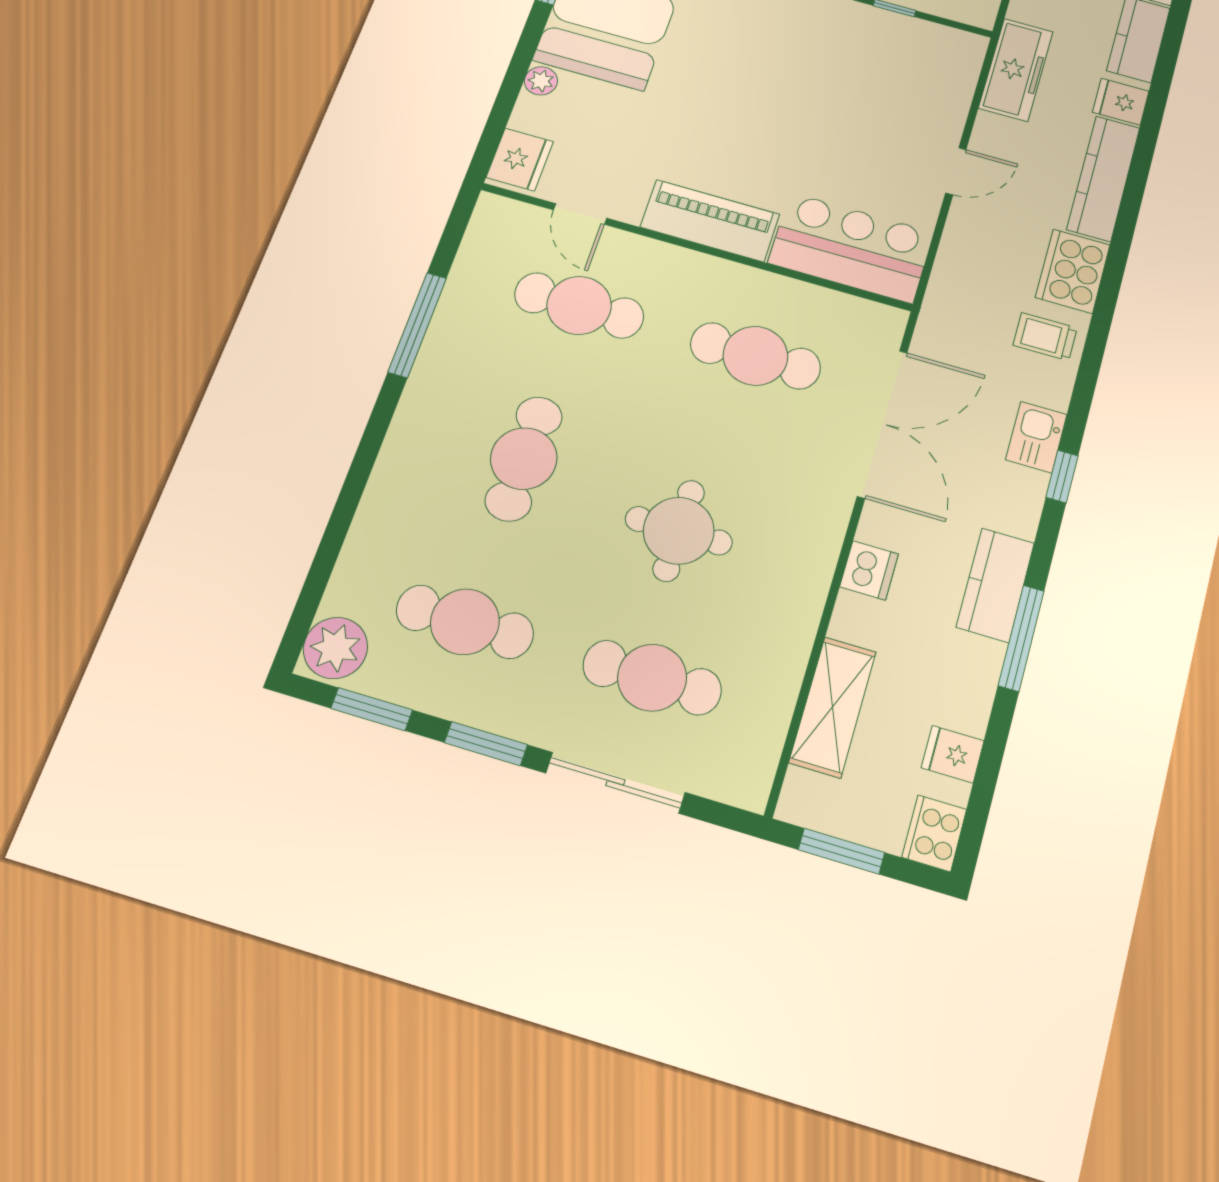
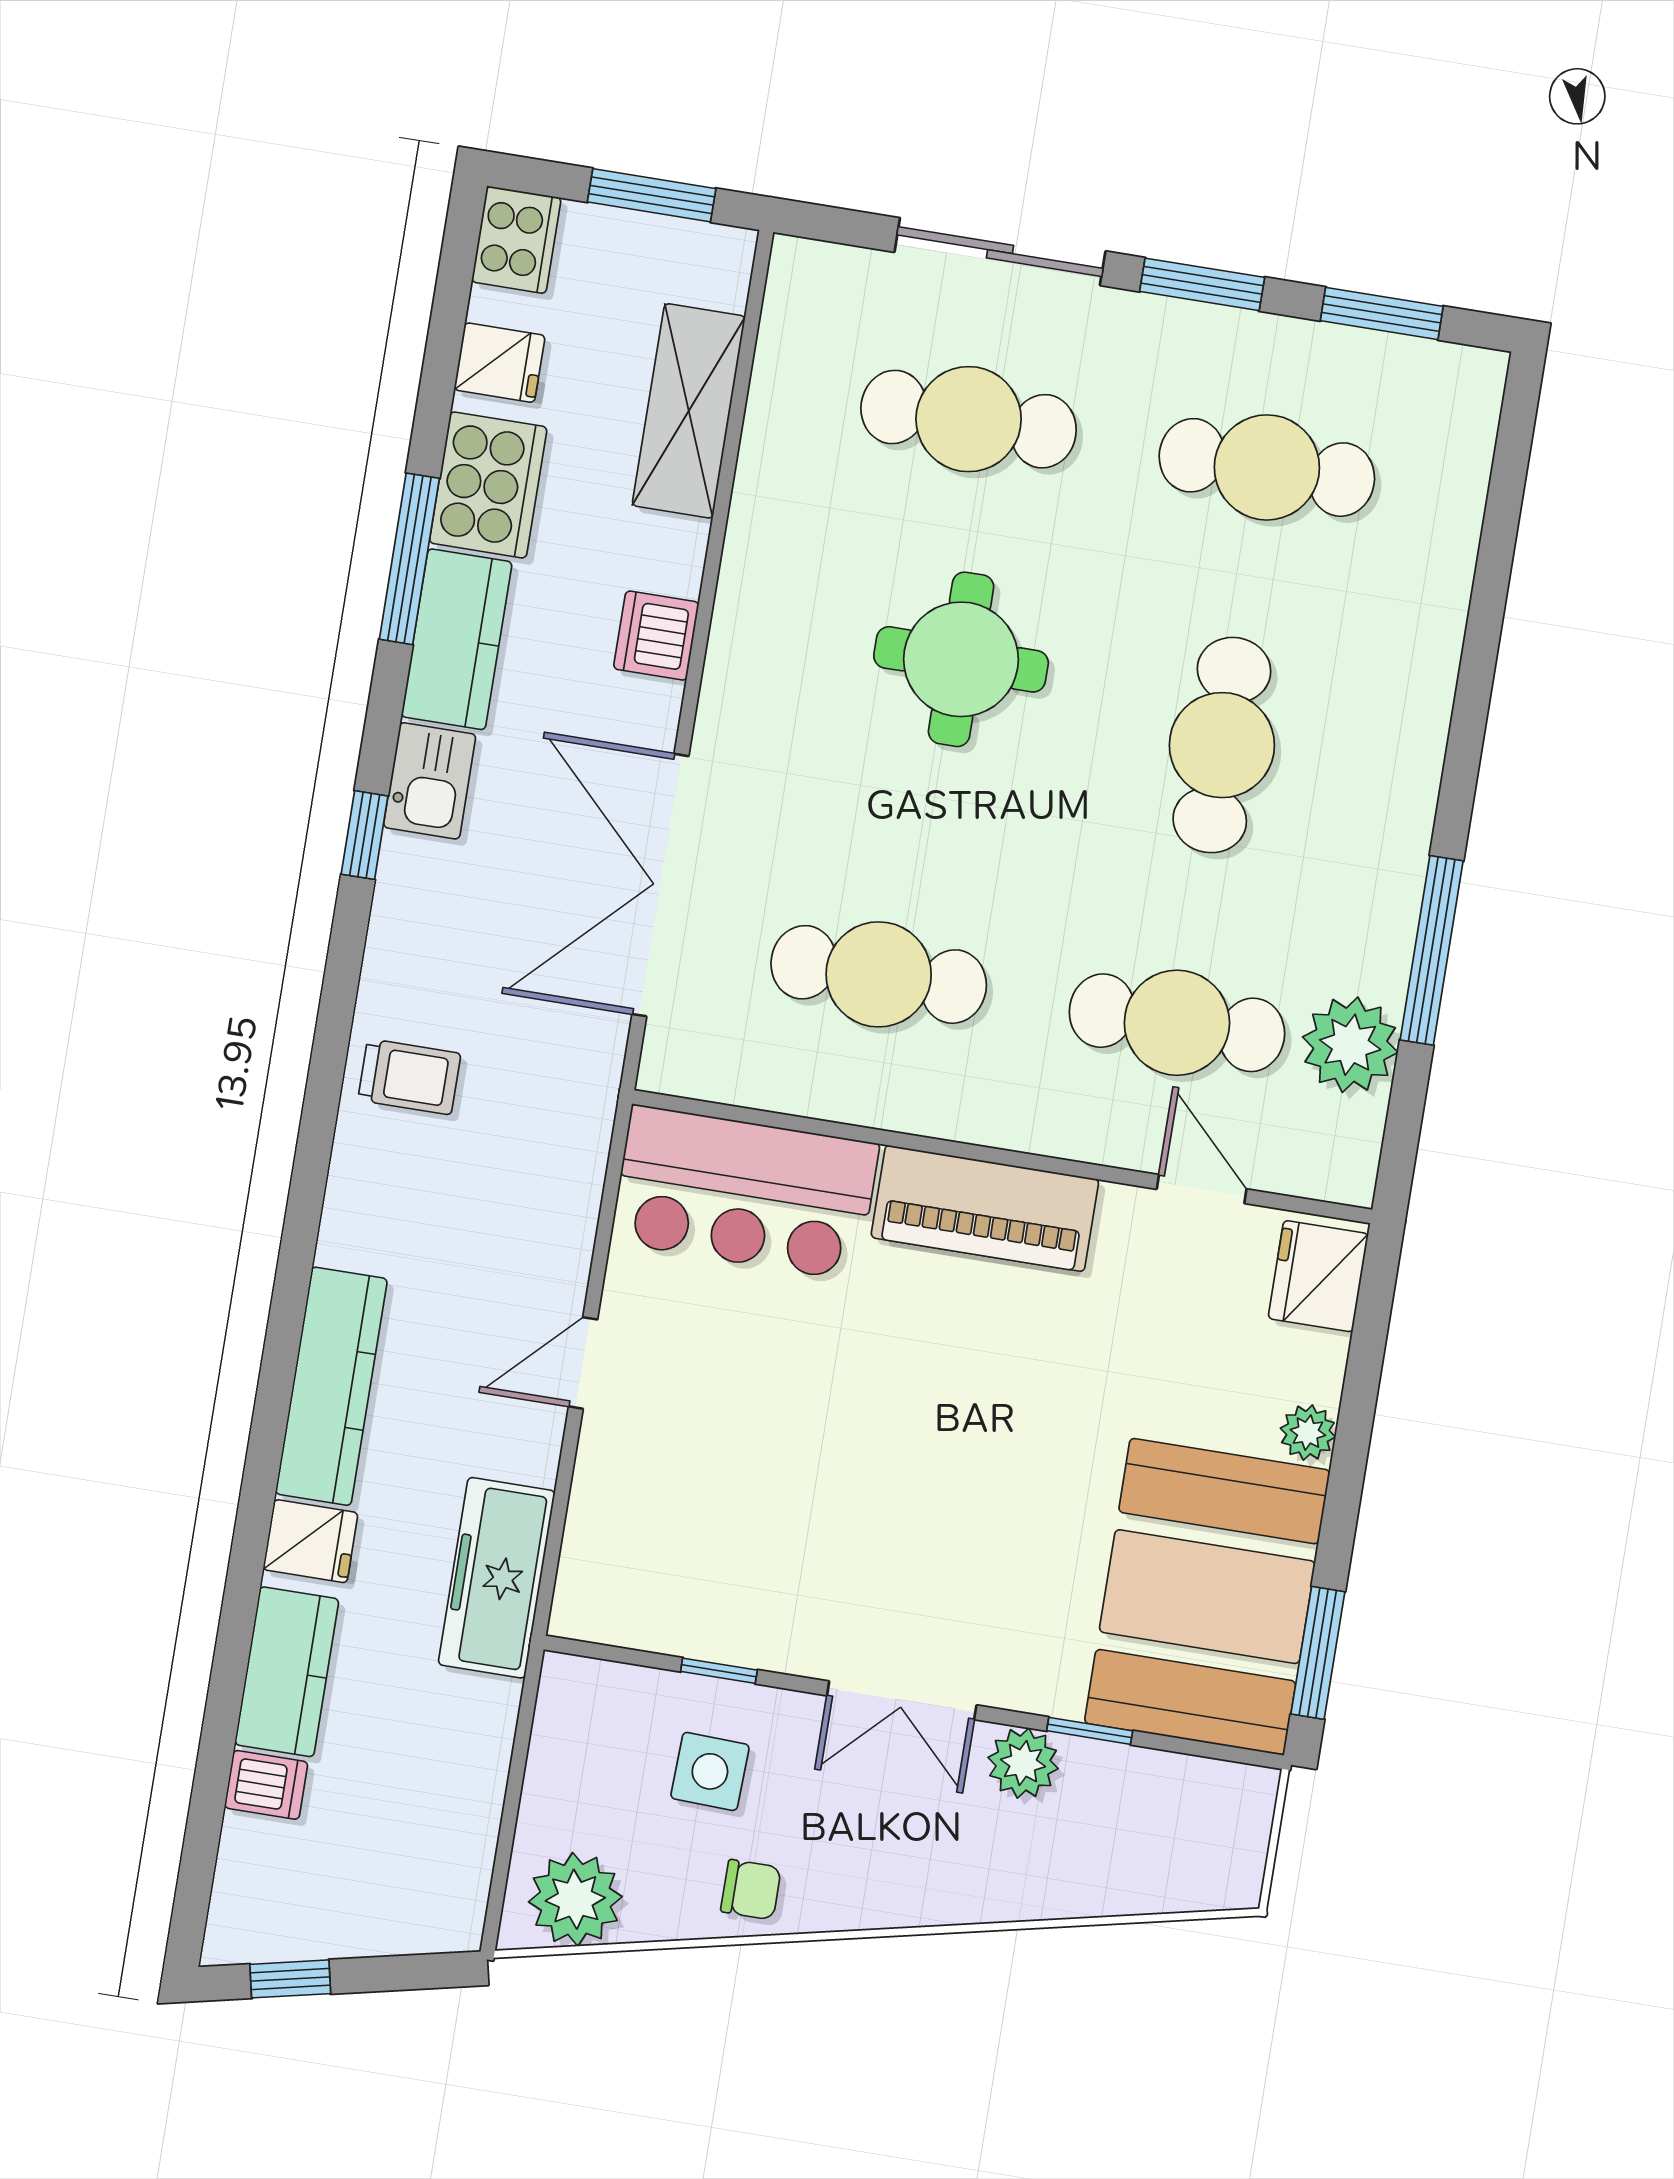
cooker: (1073, 271) -> (488, 485), moved
kitchen sink: (1036, 437) -> (430, 781), moved
plant: (335, 648) -> (1350, 1045), moved

